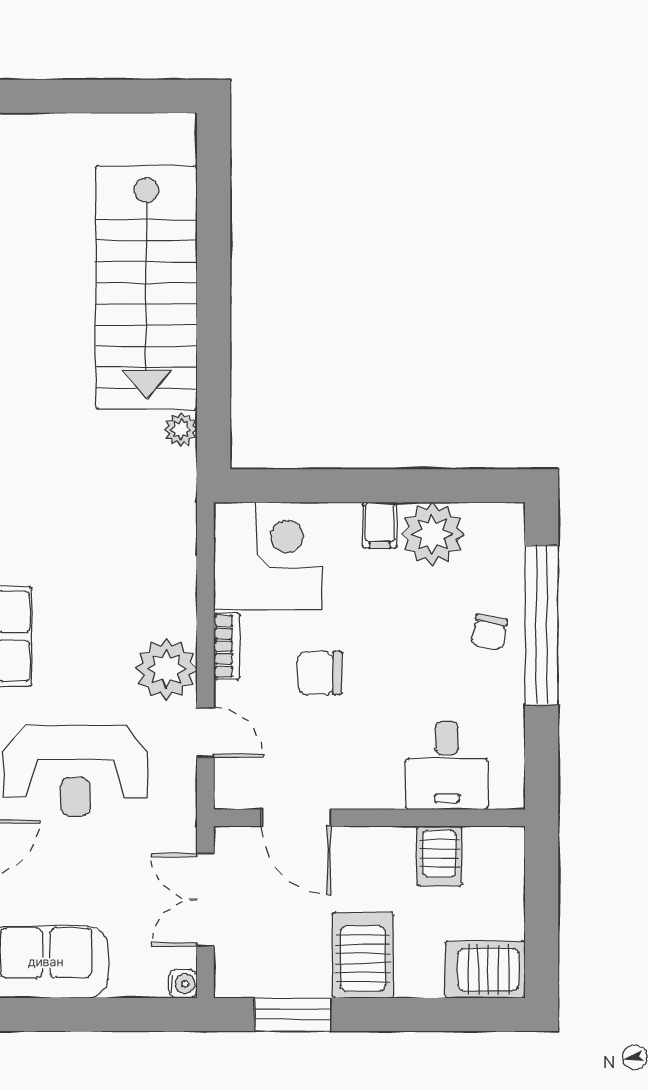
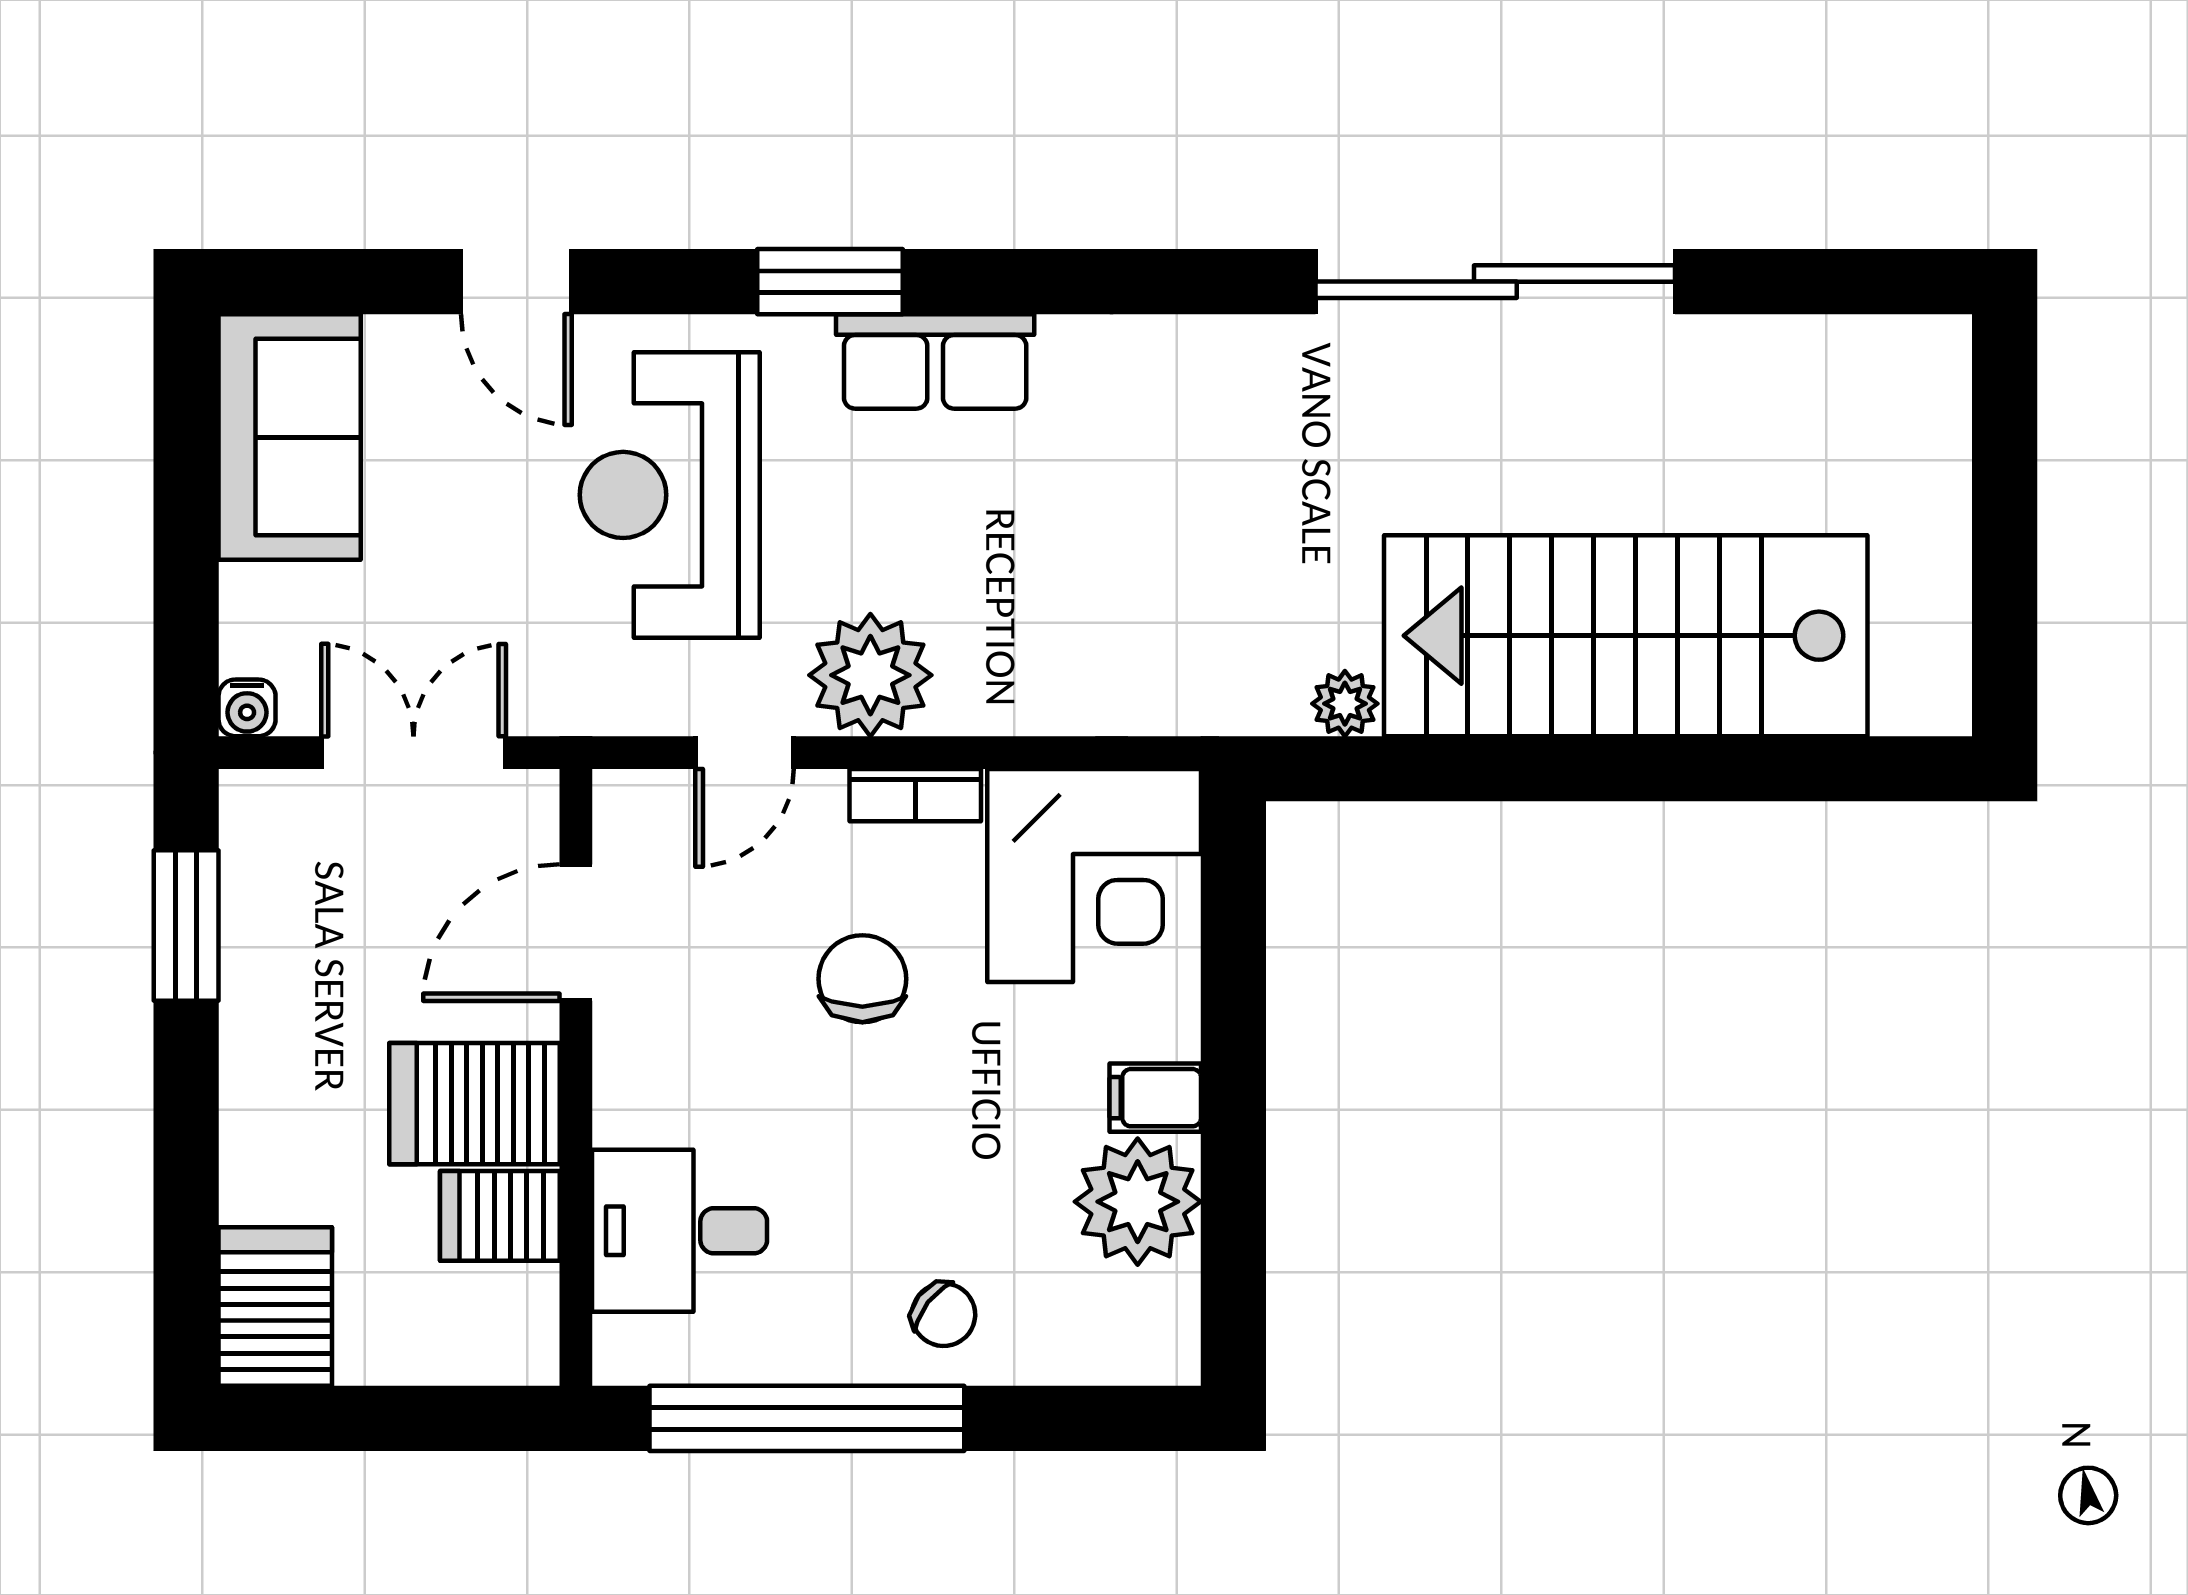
window: (542, 625) -> (807, 1418), moved
chair: (489, 632) -> (944, 1315), turned -153
server rack: (363, 955) -> (474, 1104), moved, turned 180

